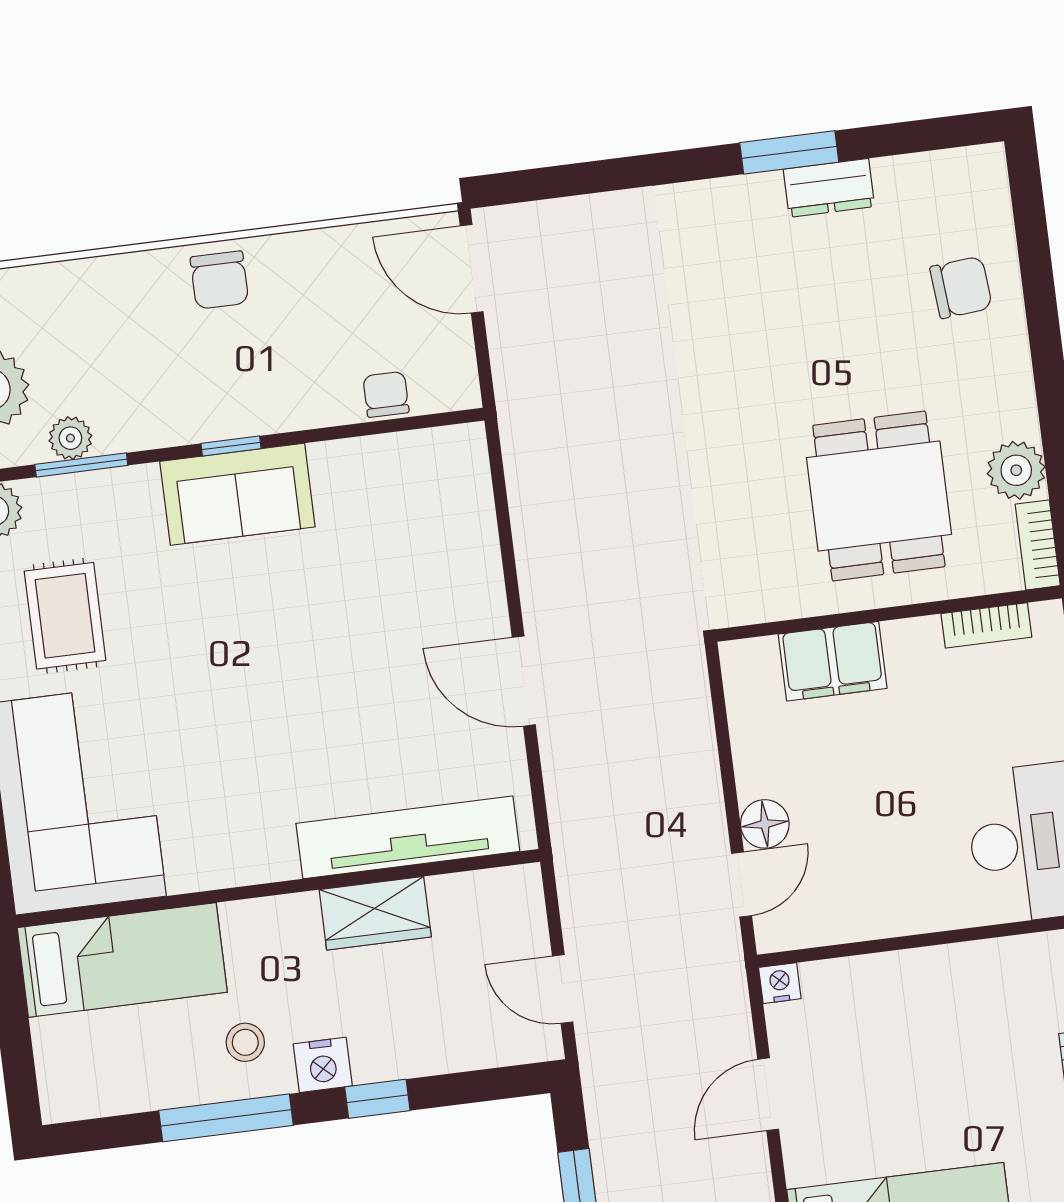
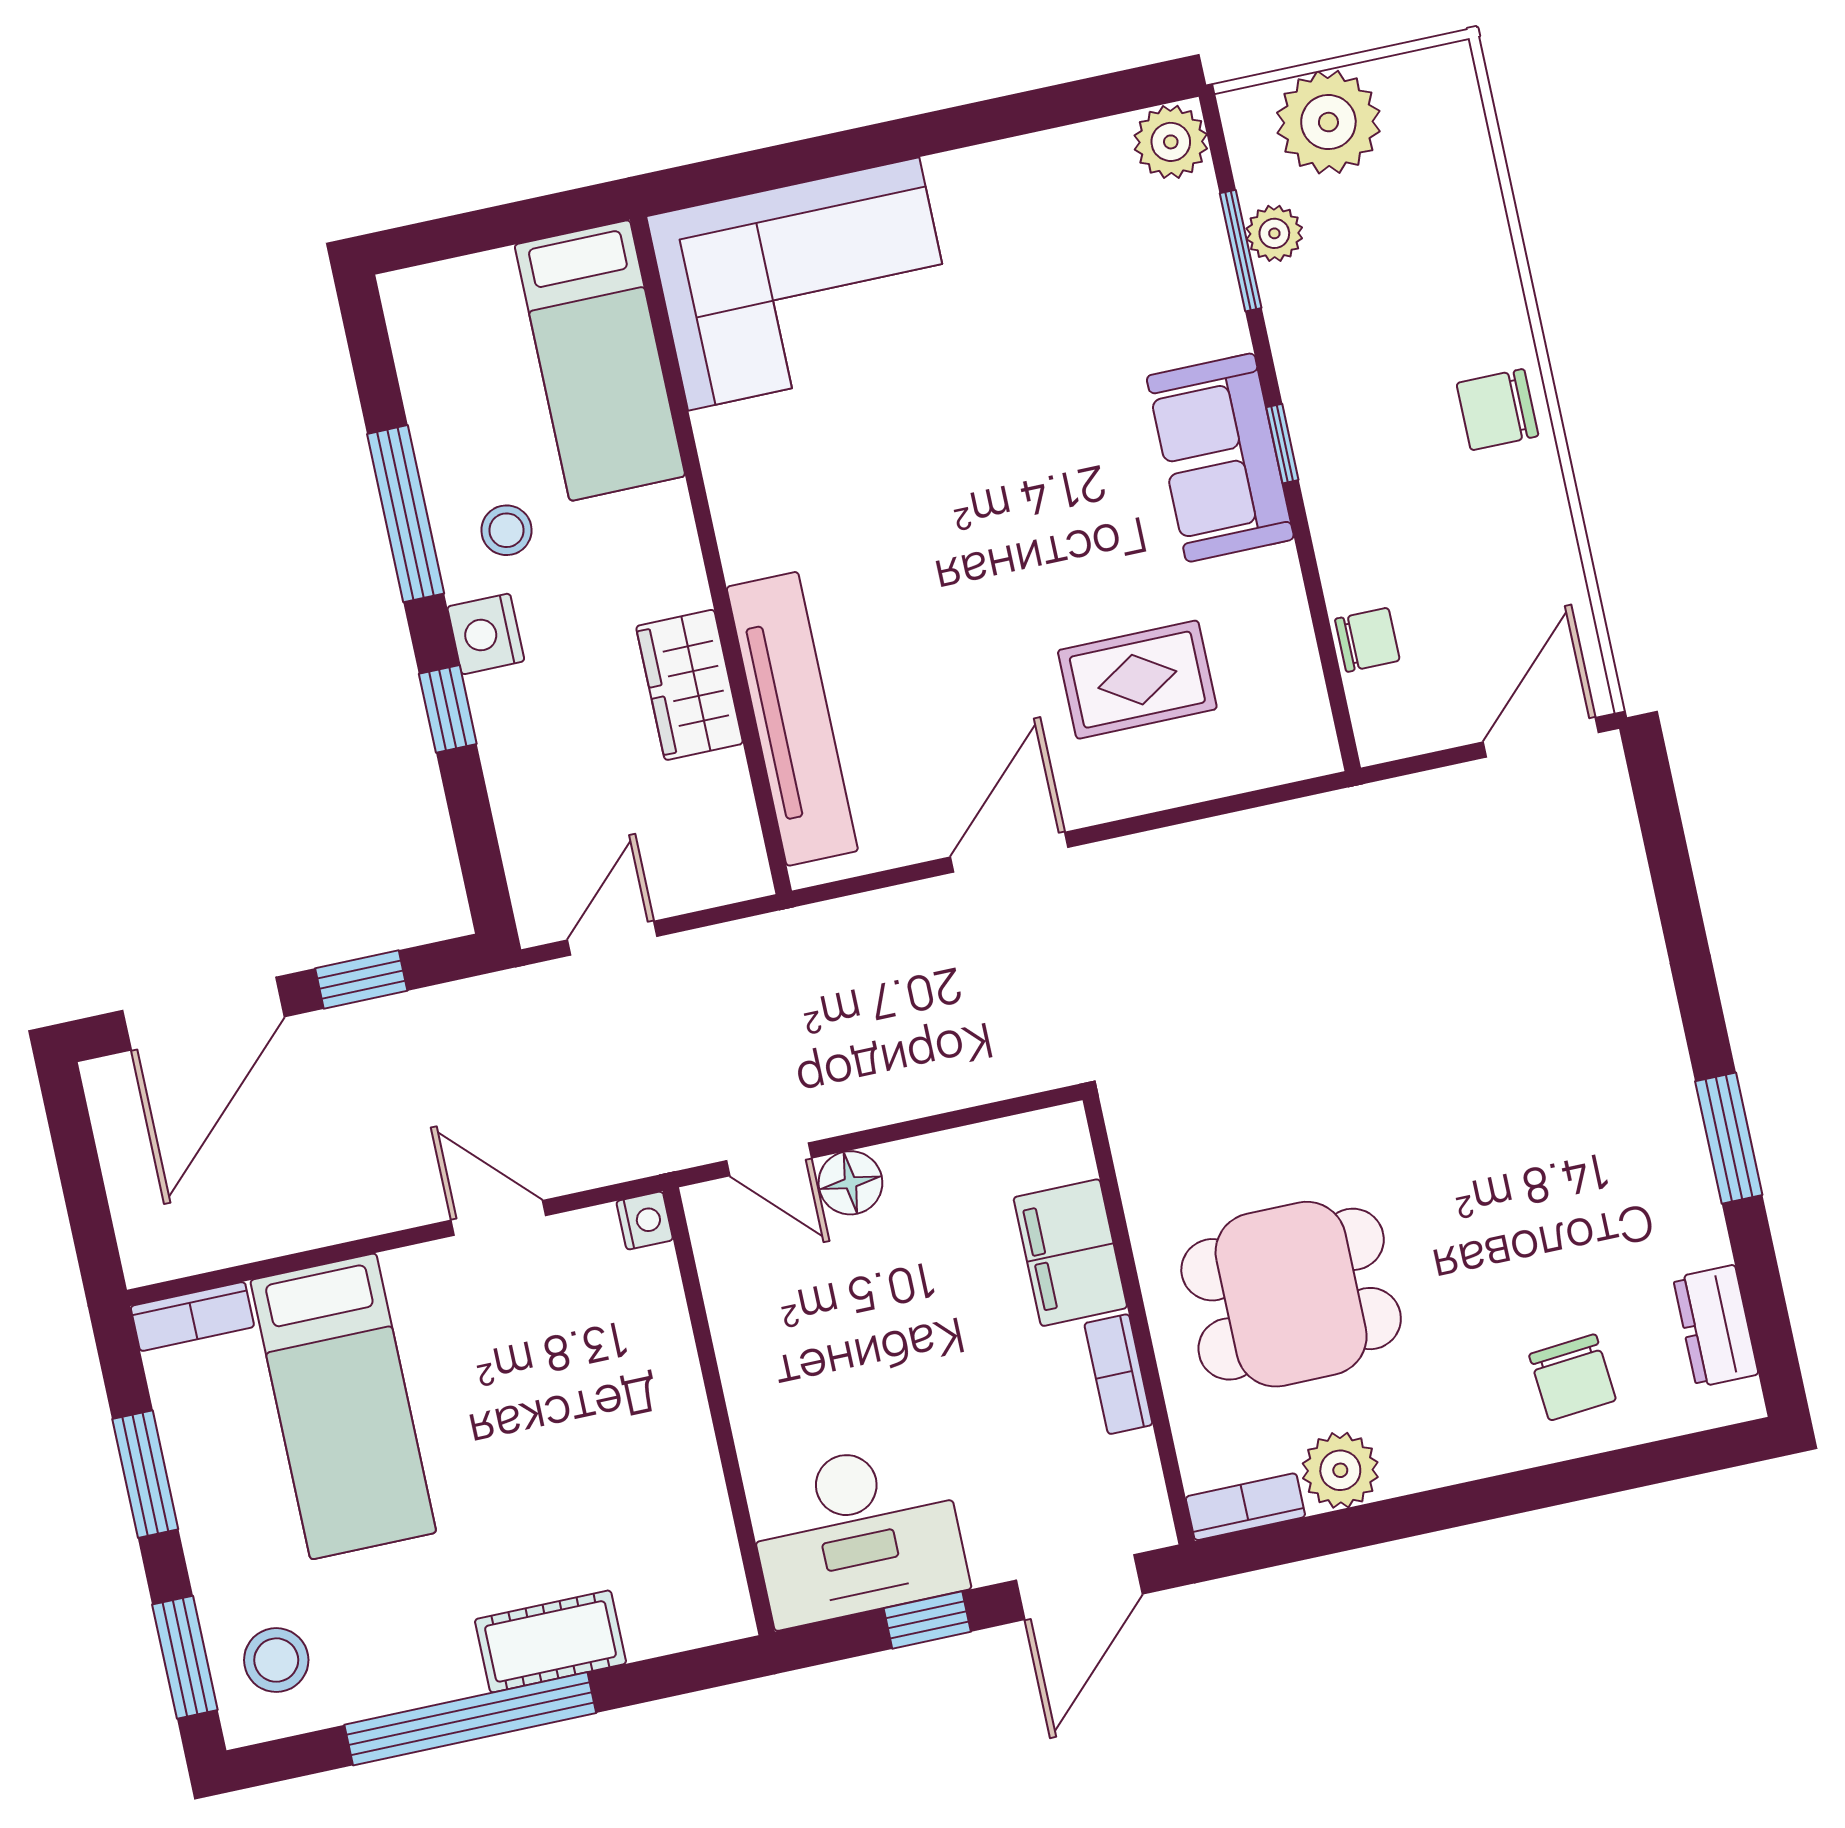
dresser: (829, 188) -> (1716, 1326), moved
rug: (65, 616) -> (1137, 680), moved
bookcase: (986, 625) -> (1118, 1374), moved

